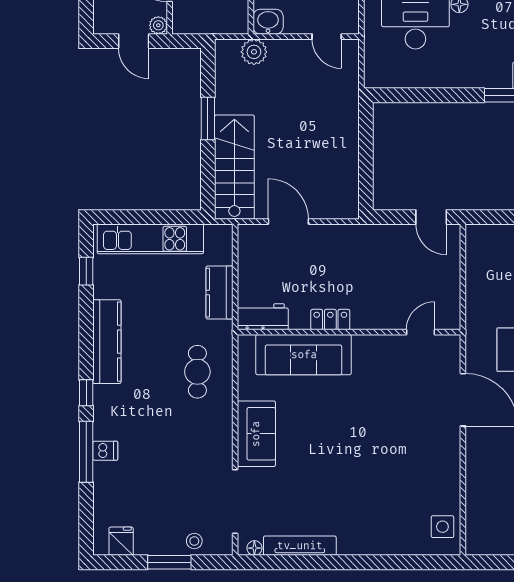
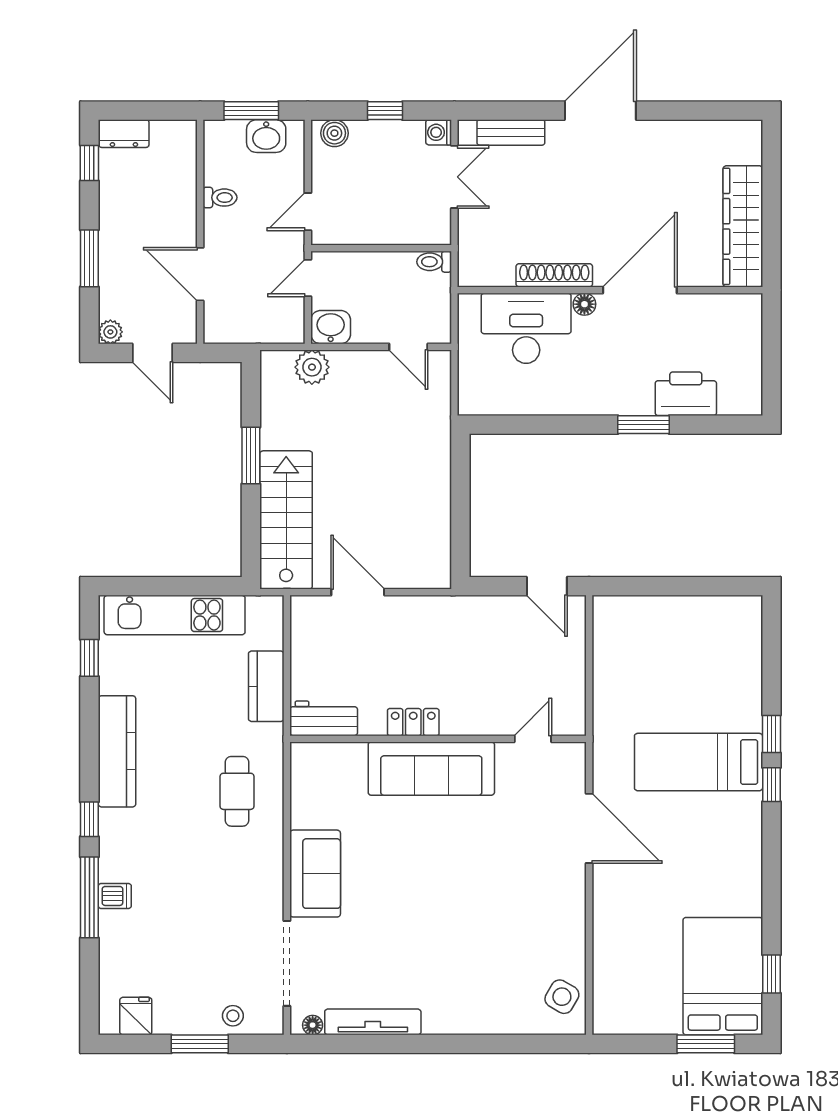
plant: (158, 25) -> (110, 332), moved
sofa: (304, 355) -> (431, 769), moved
side table: (442, 527) -> (562, 997), turned 30

